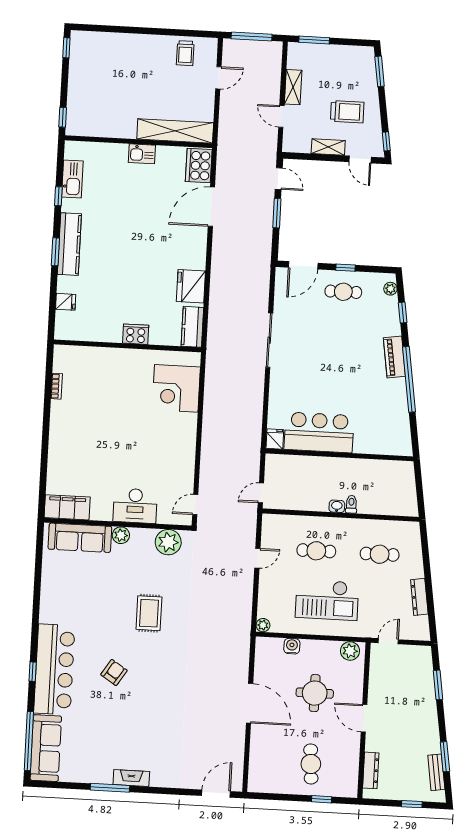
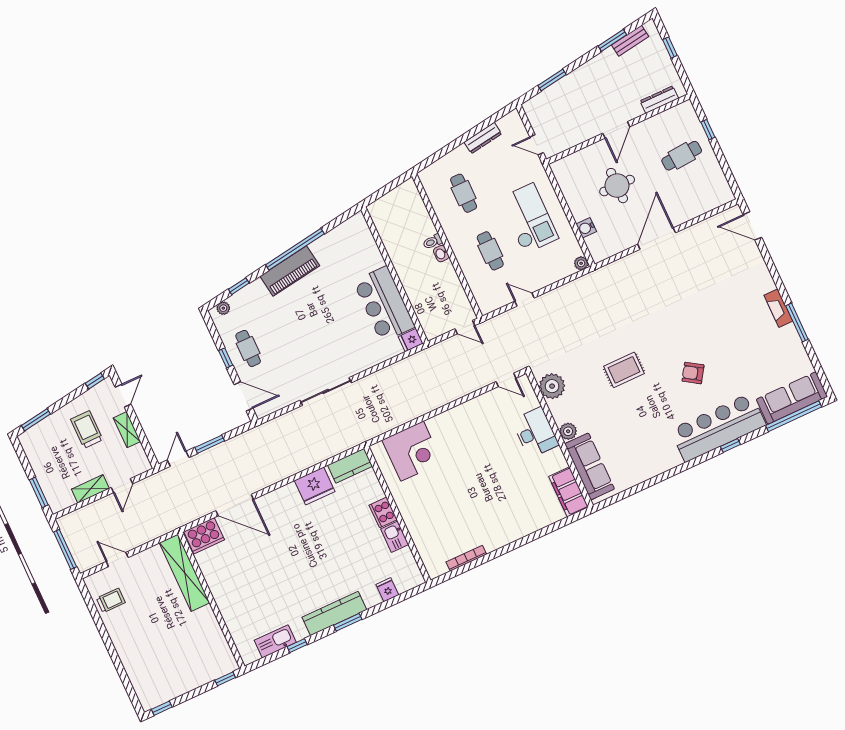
kitchen sink: (142, 154) -> (395, 537), moved, turned 180
piano: (394, 357) -> (290, 271), width x1.37, depth x1.33
bookcase: (56, 386) -> (466, 558), width x1.56
plant: (350, 651) -> (563, 174), removed

